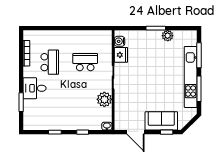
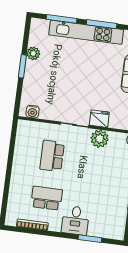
fridge: (121, 55) -> (99, 119), moved

